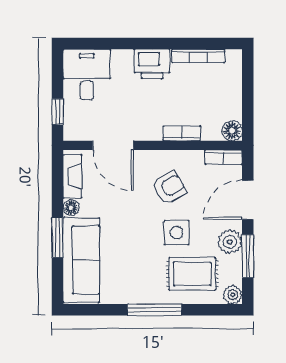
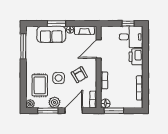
printer: (152, 64) -> (136, 57), moved
window: (58, 112) -> (128, 23), moved
window: (248, 112) -> (114, 111), added
door: (248, 200) -> (74, 111), hinge flipped
sofa: (81, 260) -> (51, 34), width x0.73
window: (155, 310) -> (23, 46), moved

